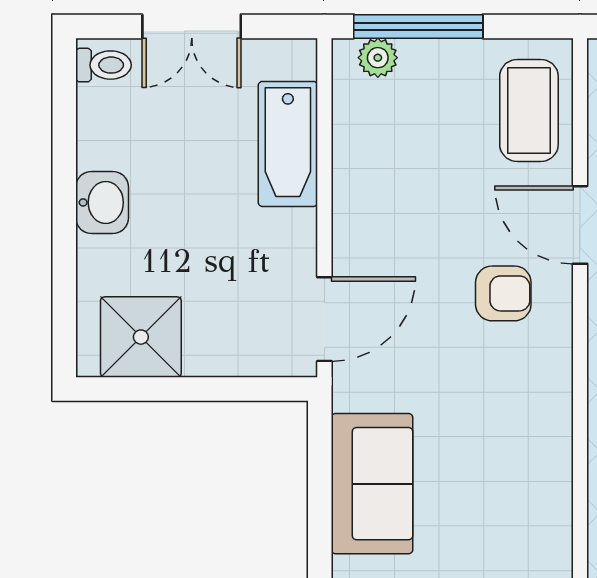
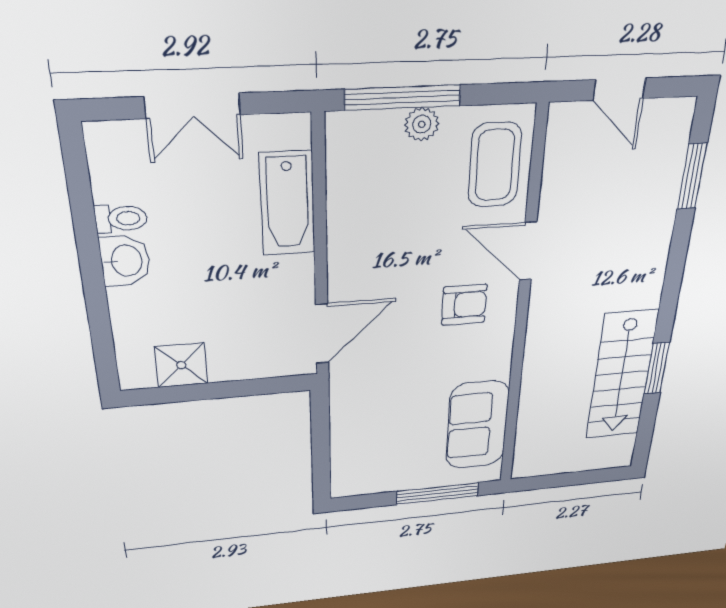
plant: (378, 58) -> (422, 124), moved
toilet: (103, 65) -> (121, 219), moved
shower: (141, 337) -> (181, 365), width x0.73, depth x0.73
sofa: (372, 484) -> (477, 425), moved, turned 180

